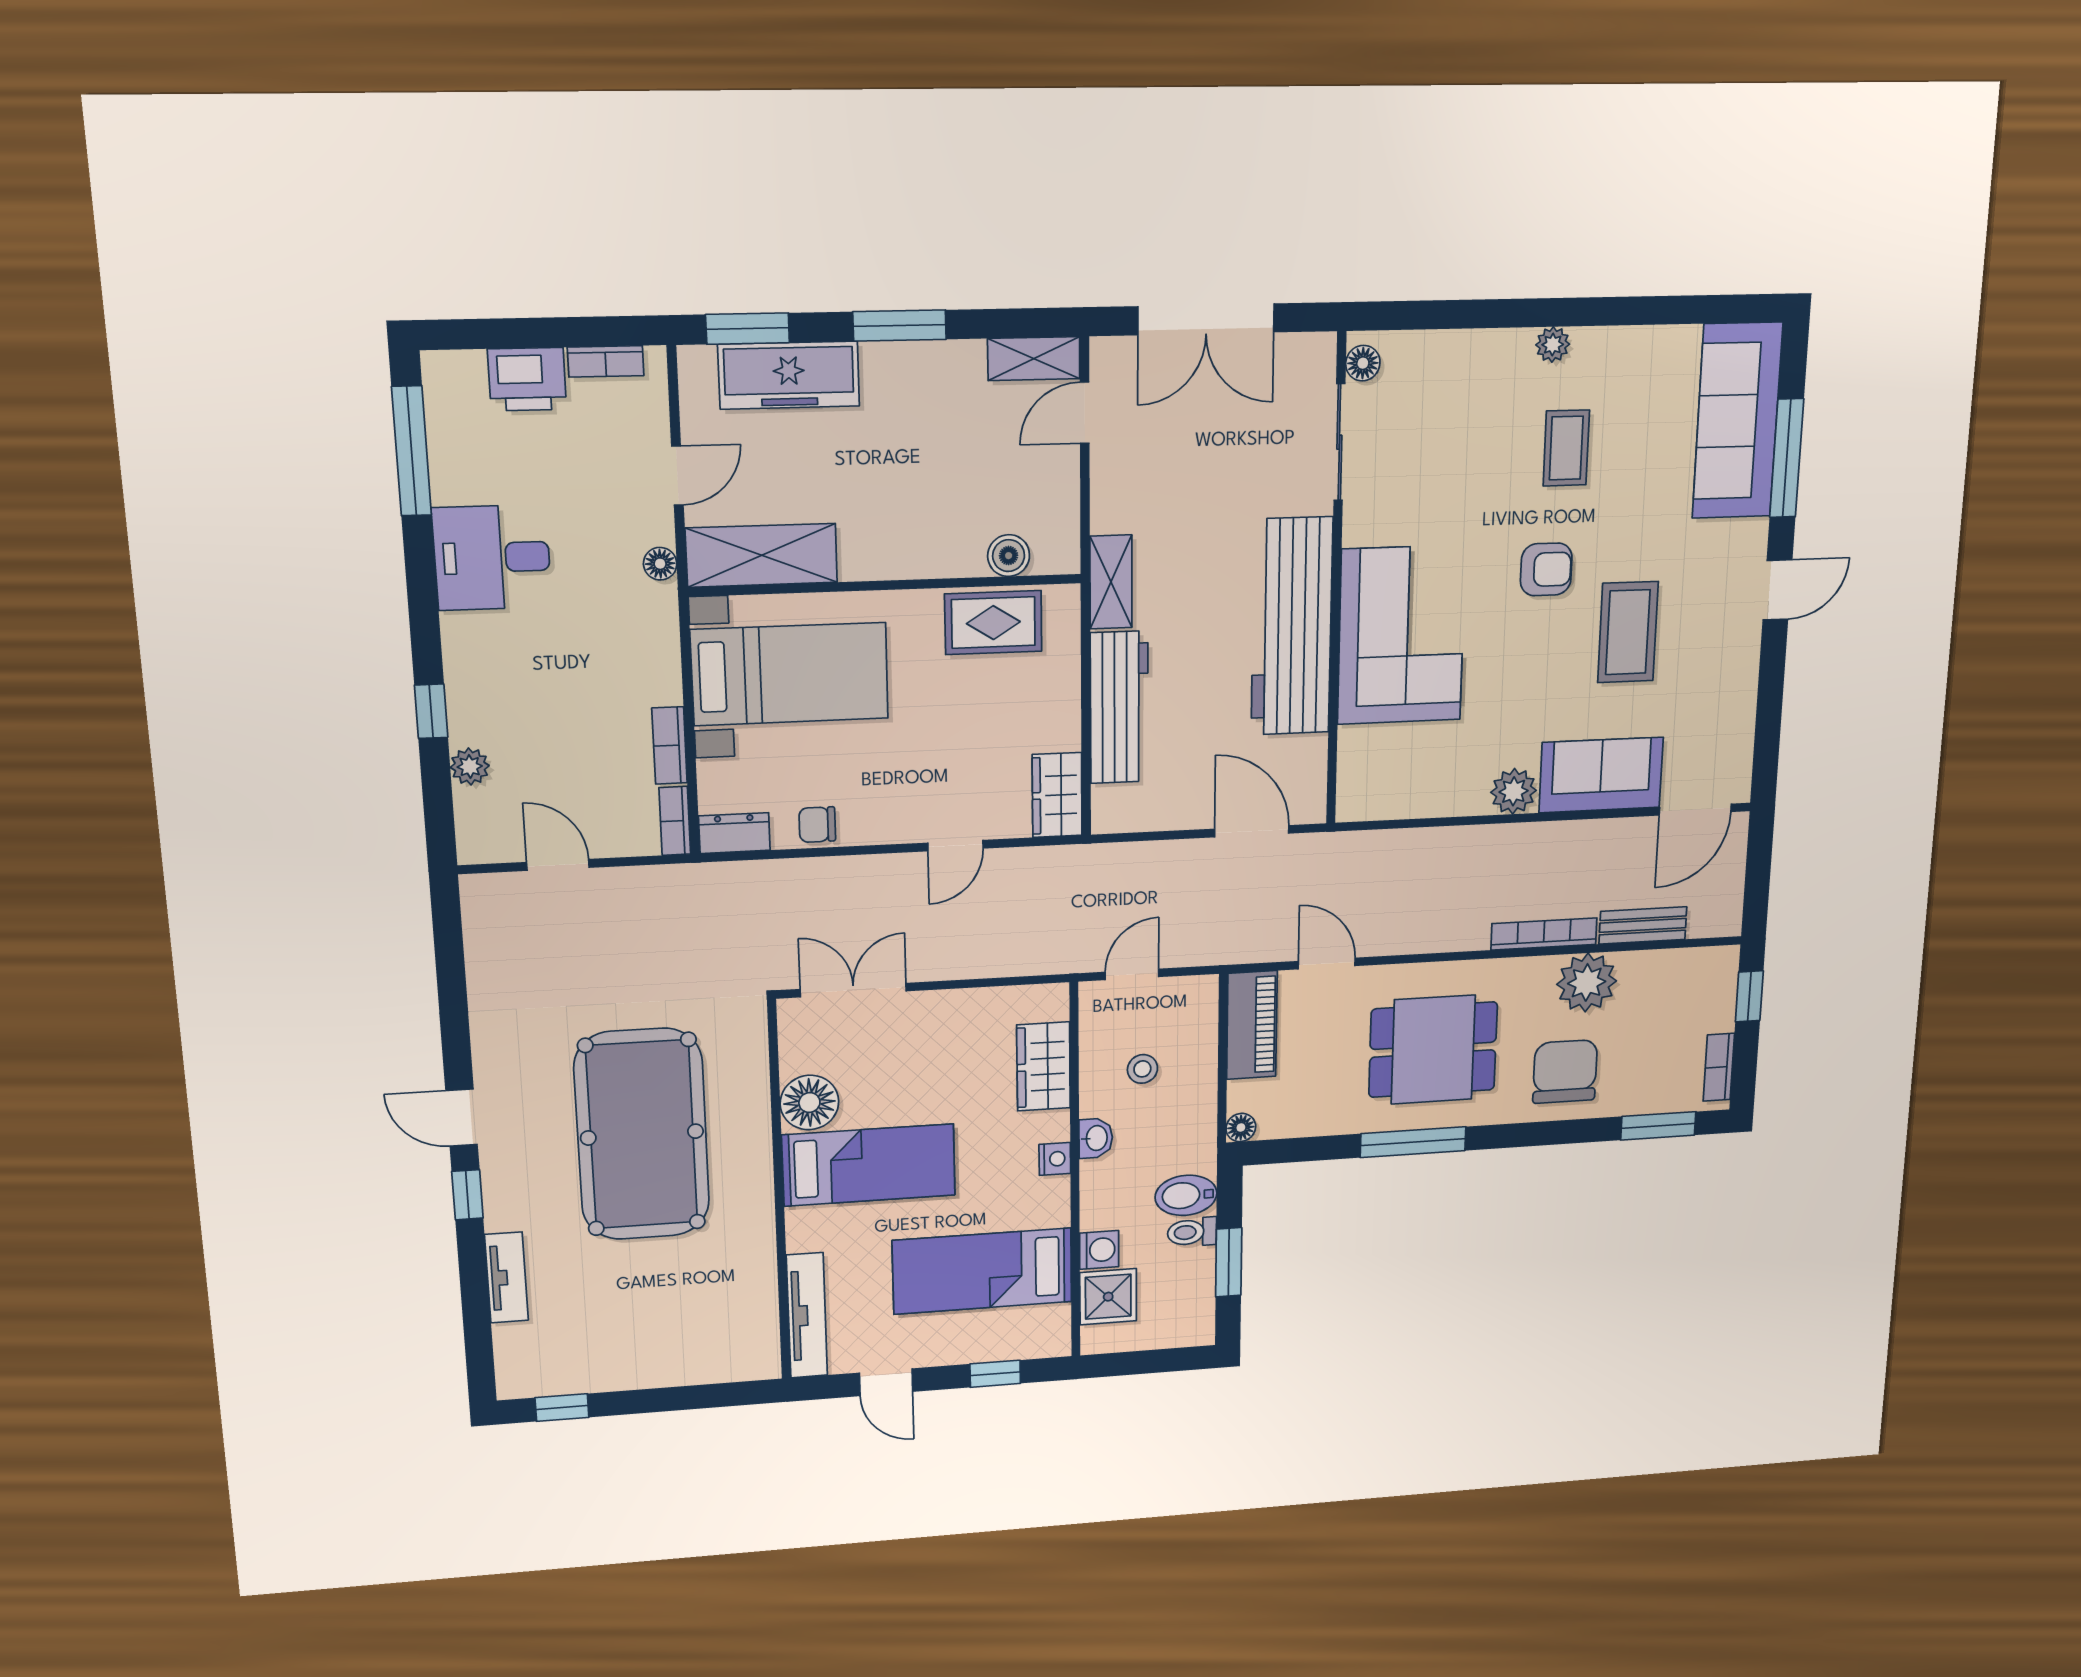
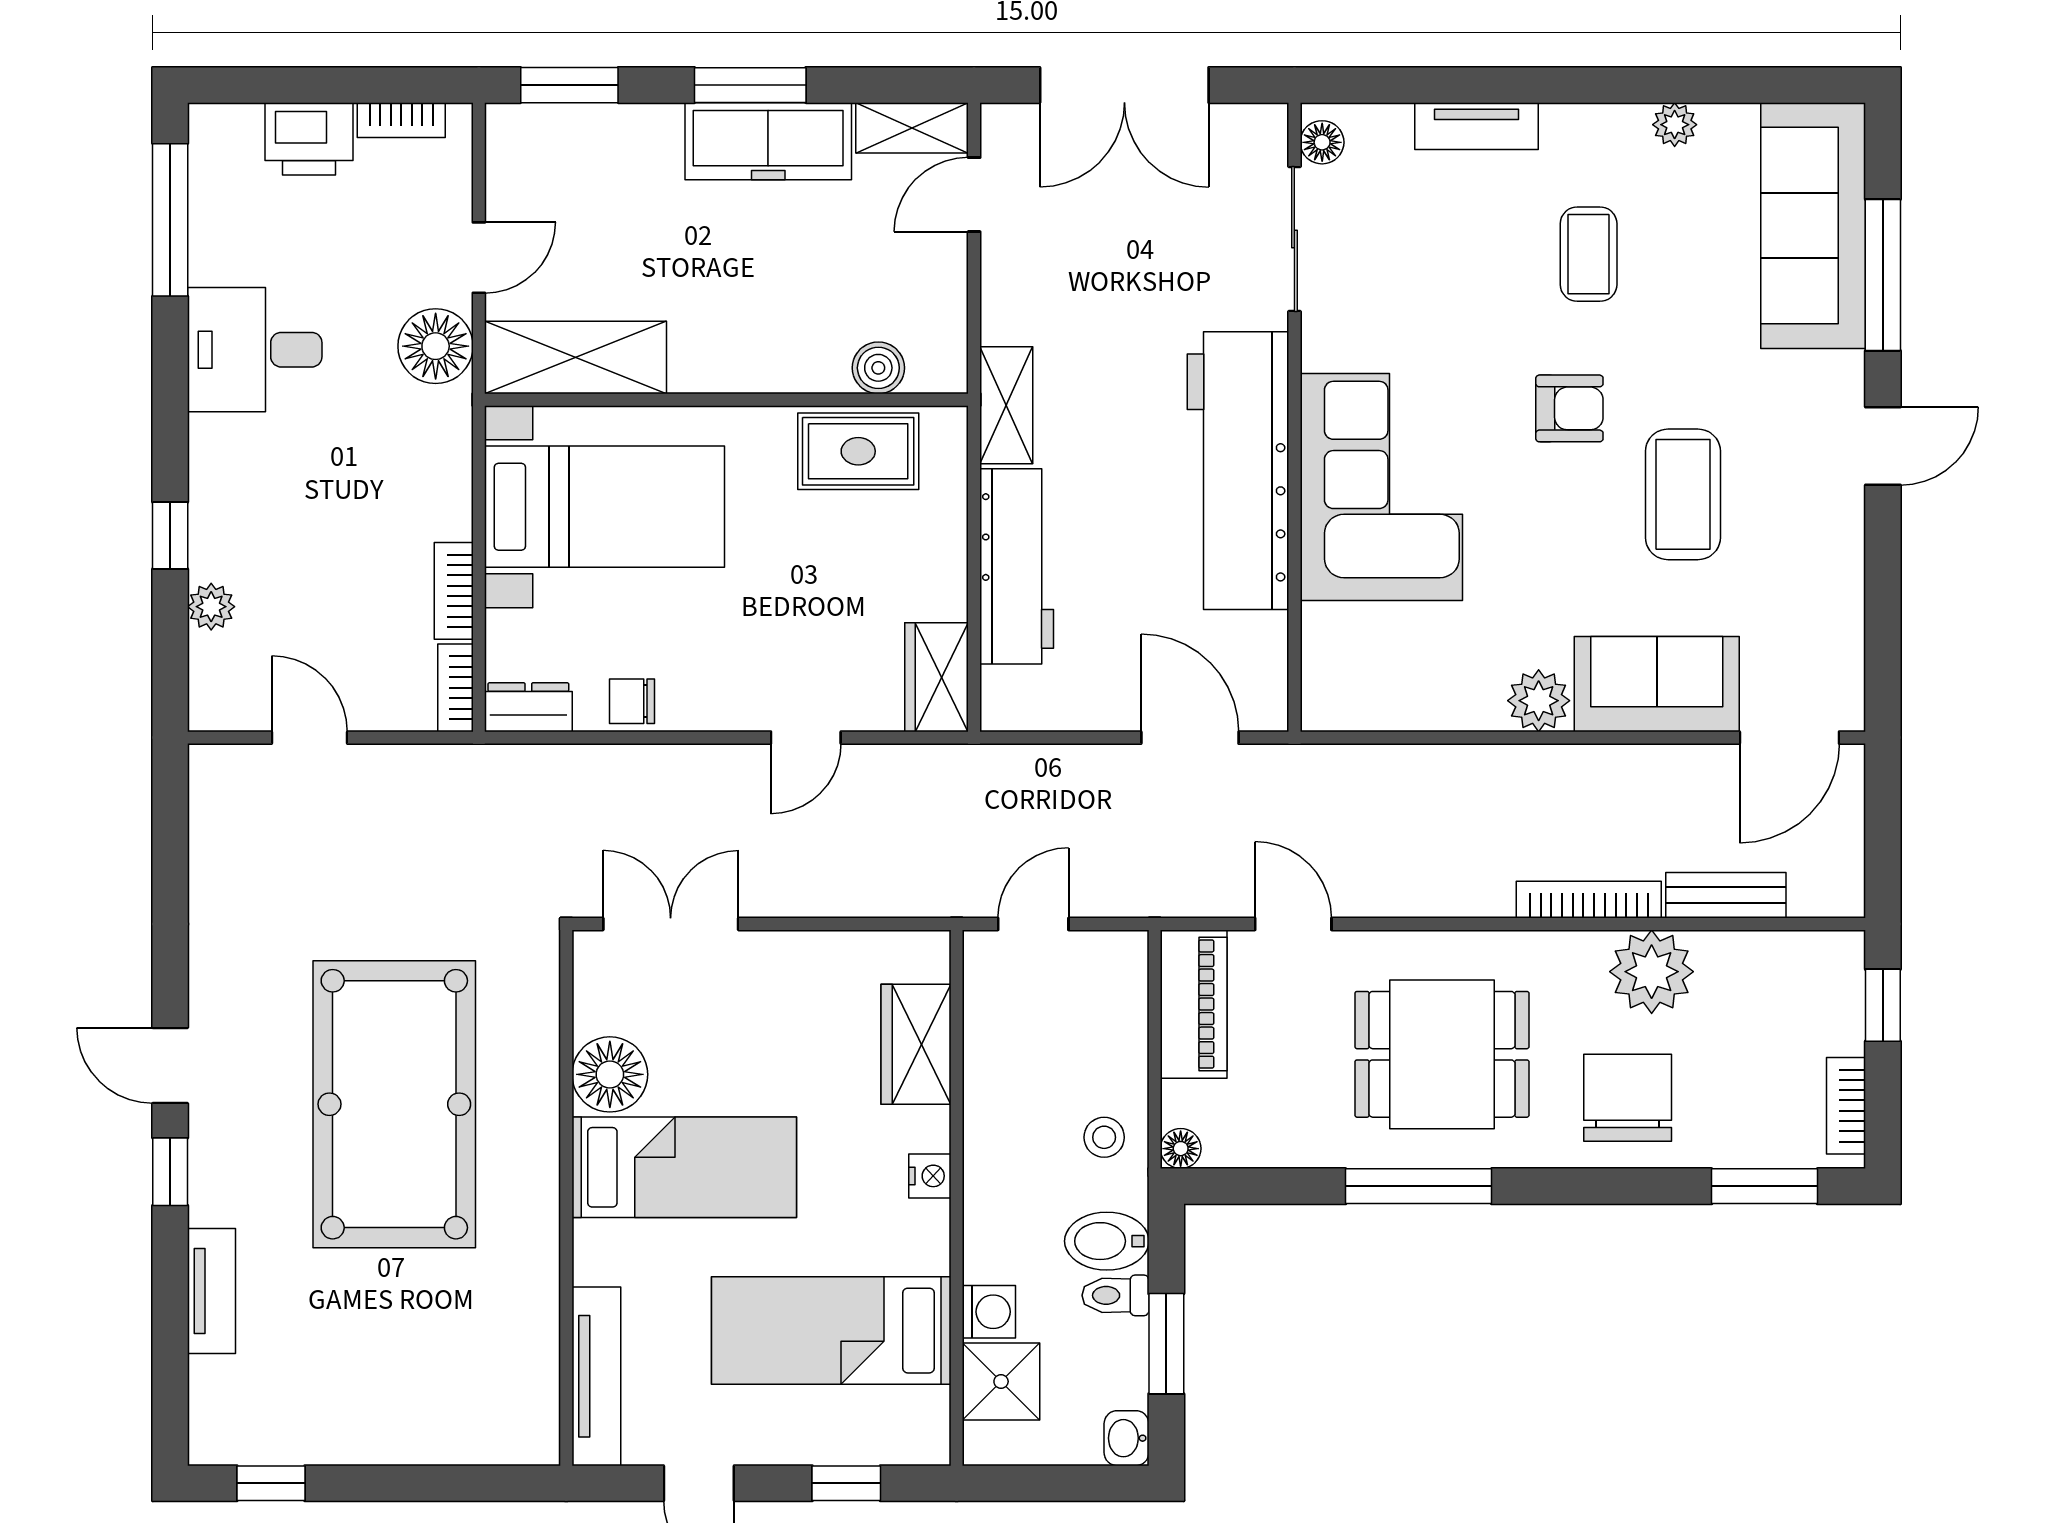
plant: (1553, 345) -> (1675, 125), moved
tv unit: (1484, 347) -> (1476, 126), added
freezer: (789, 375) -> (768, 141), moved
floor lamp: (660, 564) -> (436, 346), width x1.89, depth x1.89
stool: (1142, 1069) -> (1104, 1137), moved
washbasin: (1096, 1138) -> (1126, 1438), moved, turned 180

